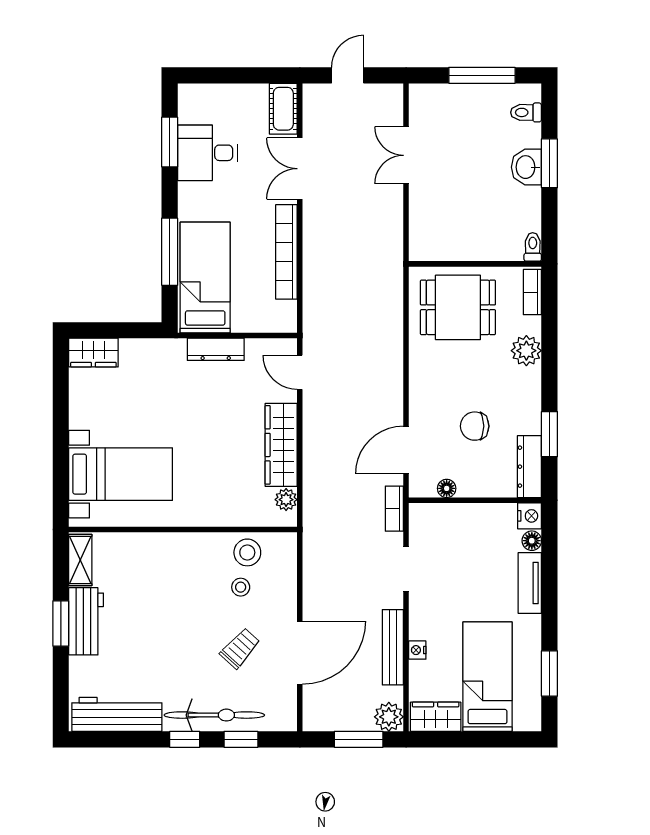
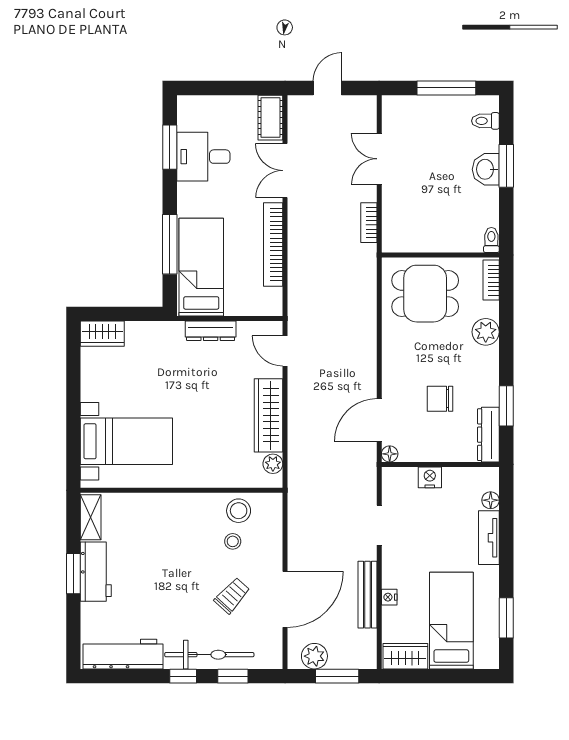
floor lamp: (447, 488) -> (390, 454), moved
bookcase: (394, 509) -> (369, 223), moved
nightstand: (530, 516) -> (430, 477), moved, turned -90
plant: (389, 717) -> (314, 656), moved

